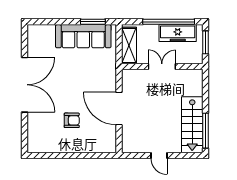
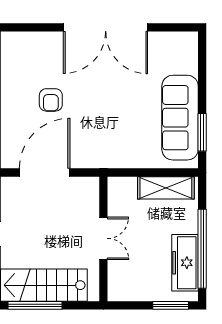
double door: (162, 66) -> (103, 238), moved
wall: (162, 66) -> (103, 239), moved
door: (119, 108) -> (45, 172), moved

